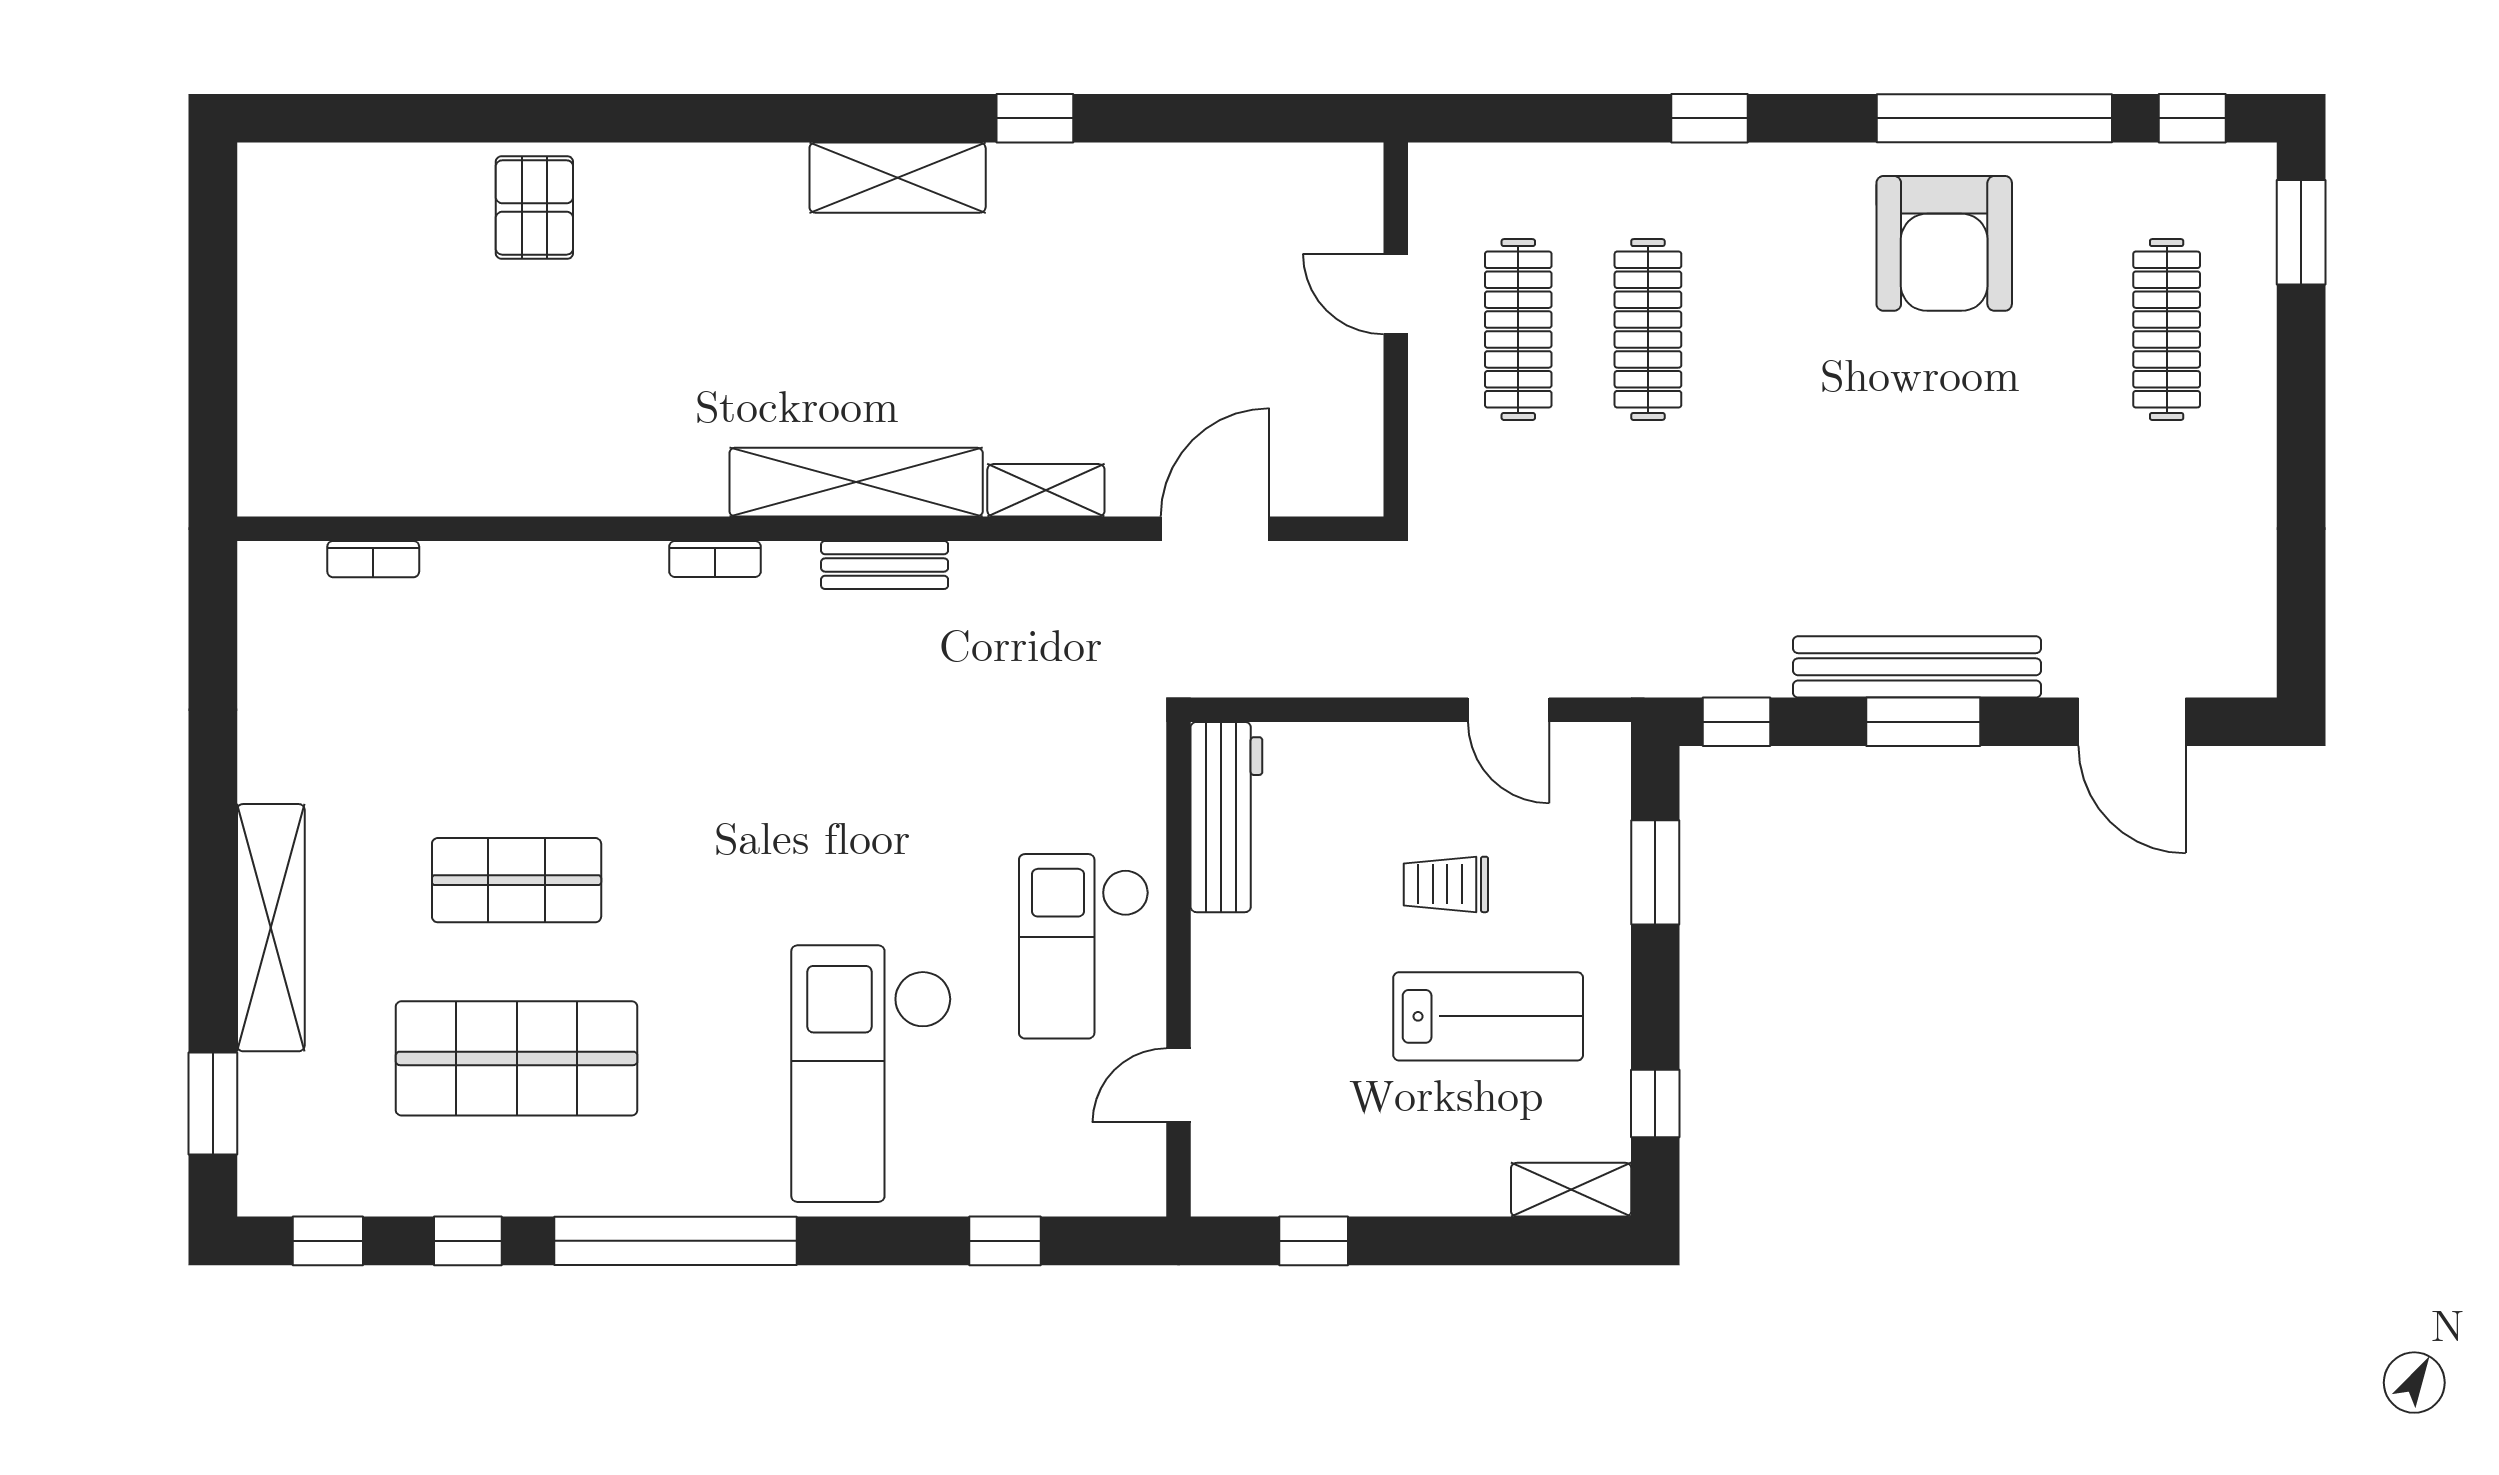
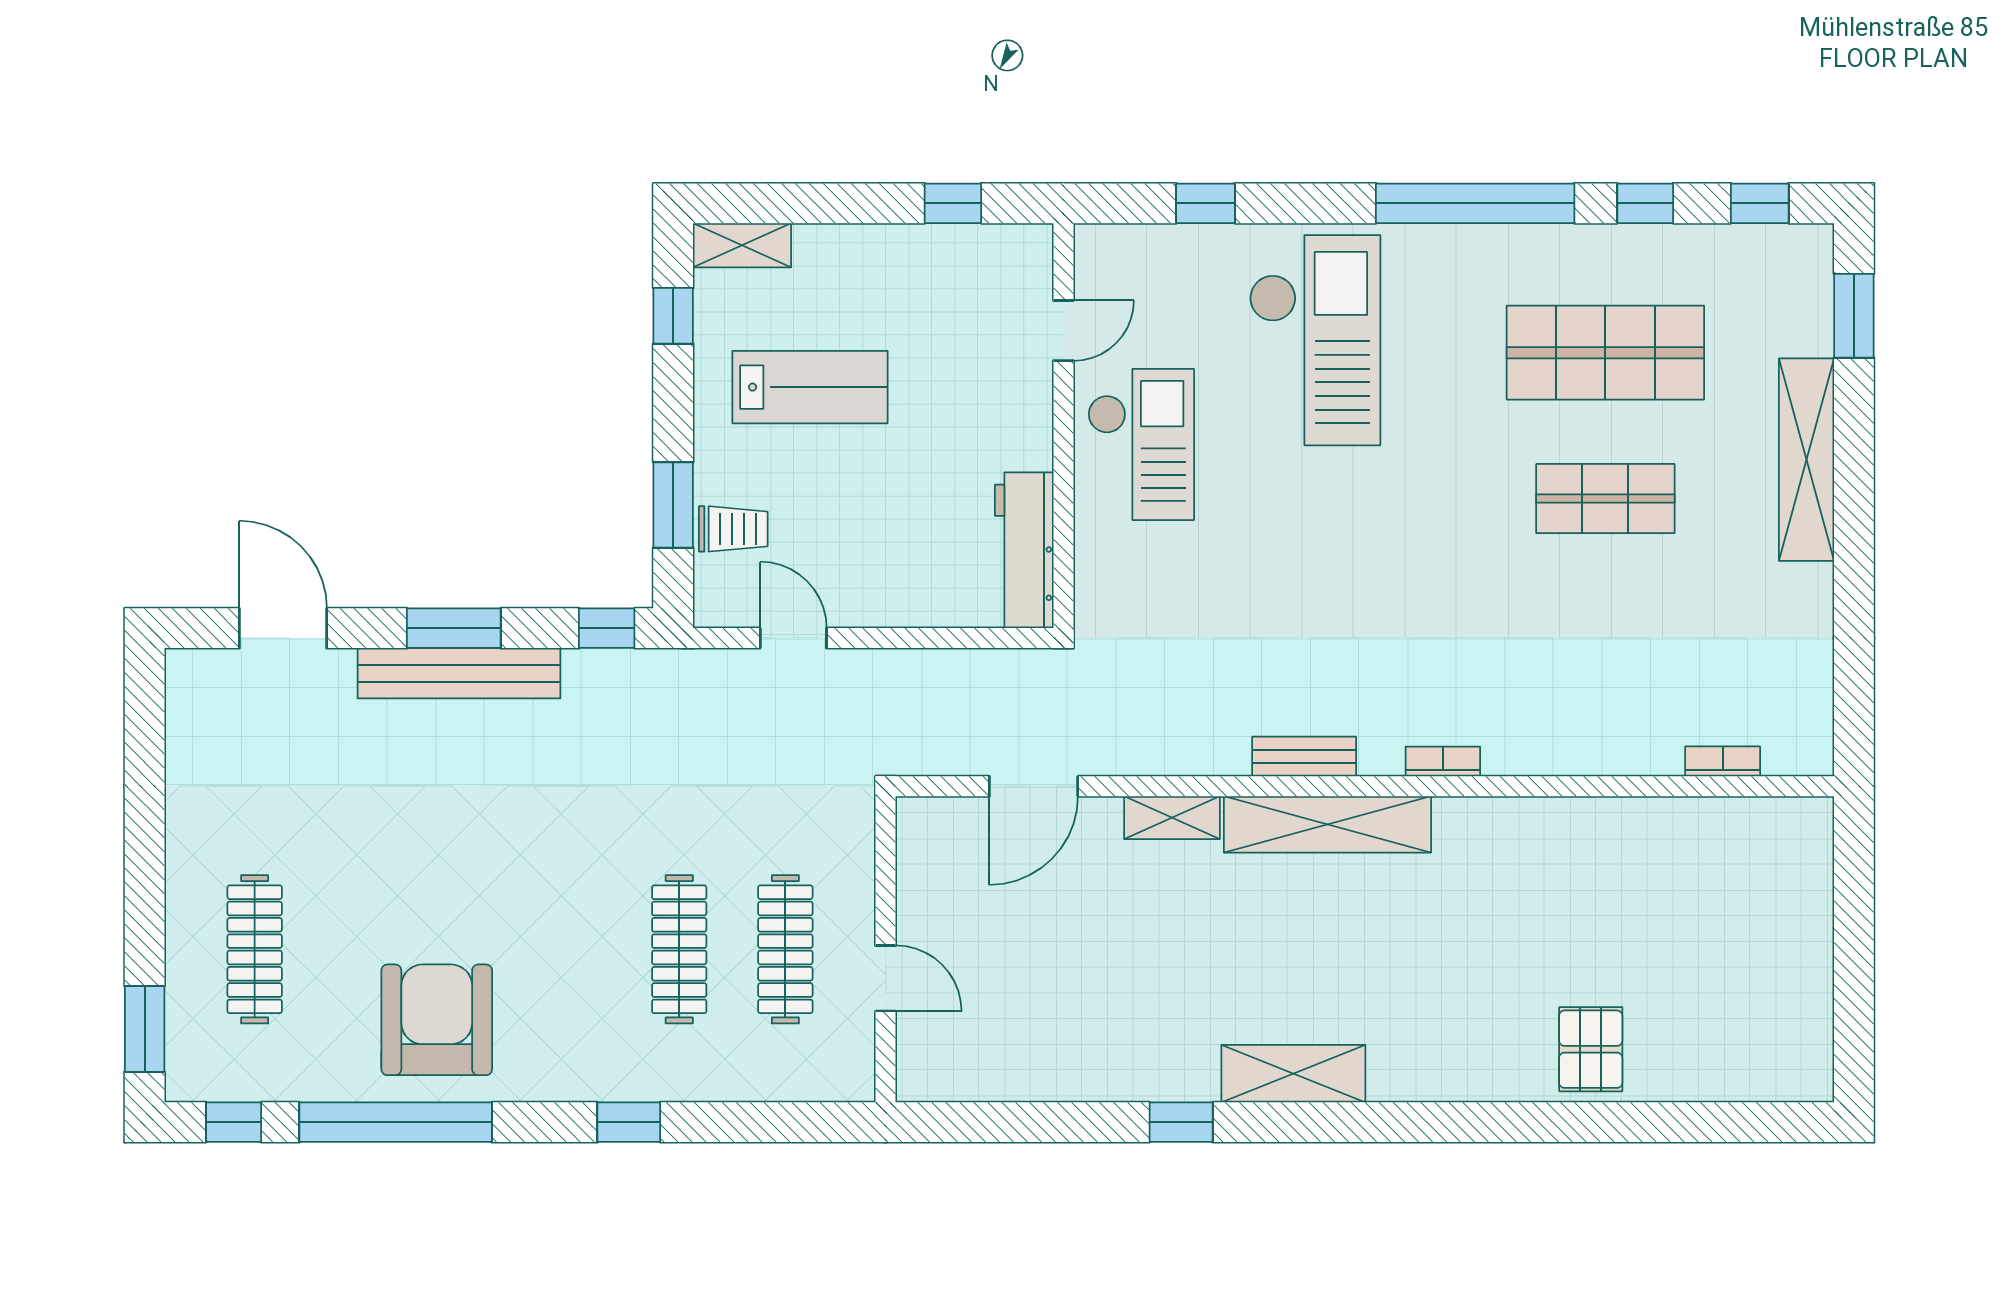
trolley: (1446, 884) -> (733, 529), moved
lab bench: (1488, 1016) -> (810, 387), turned 180

